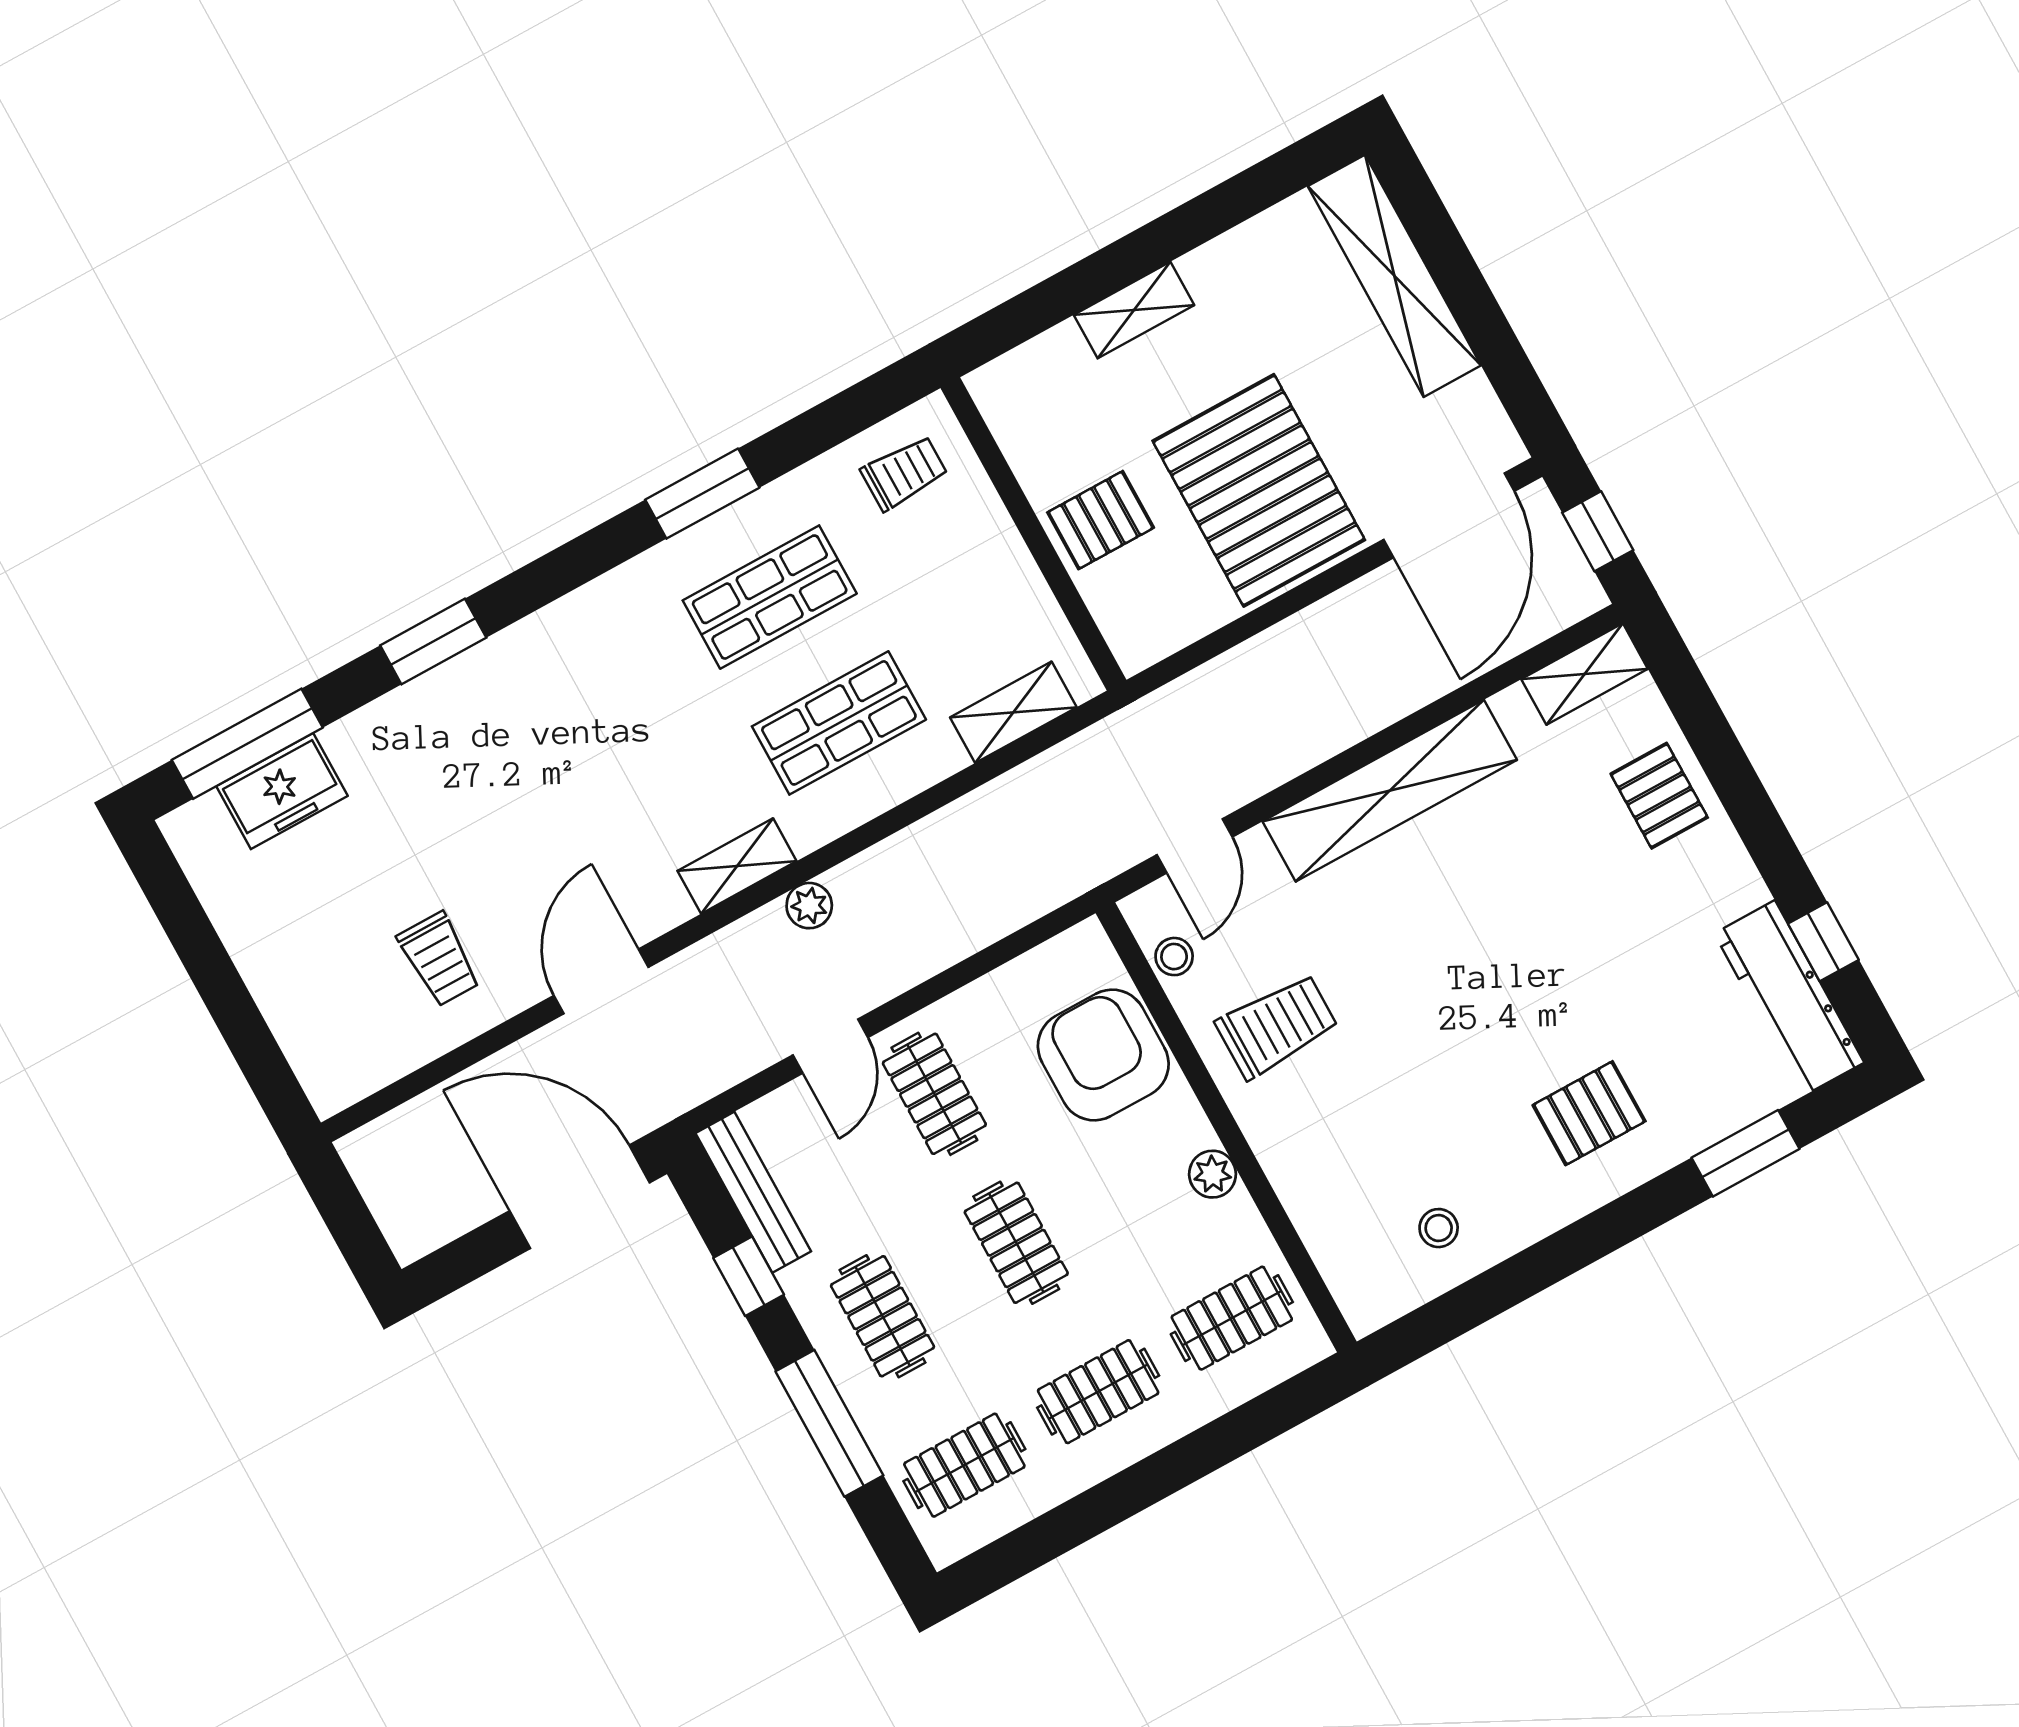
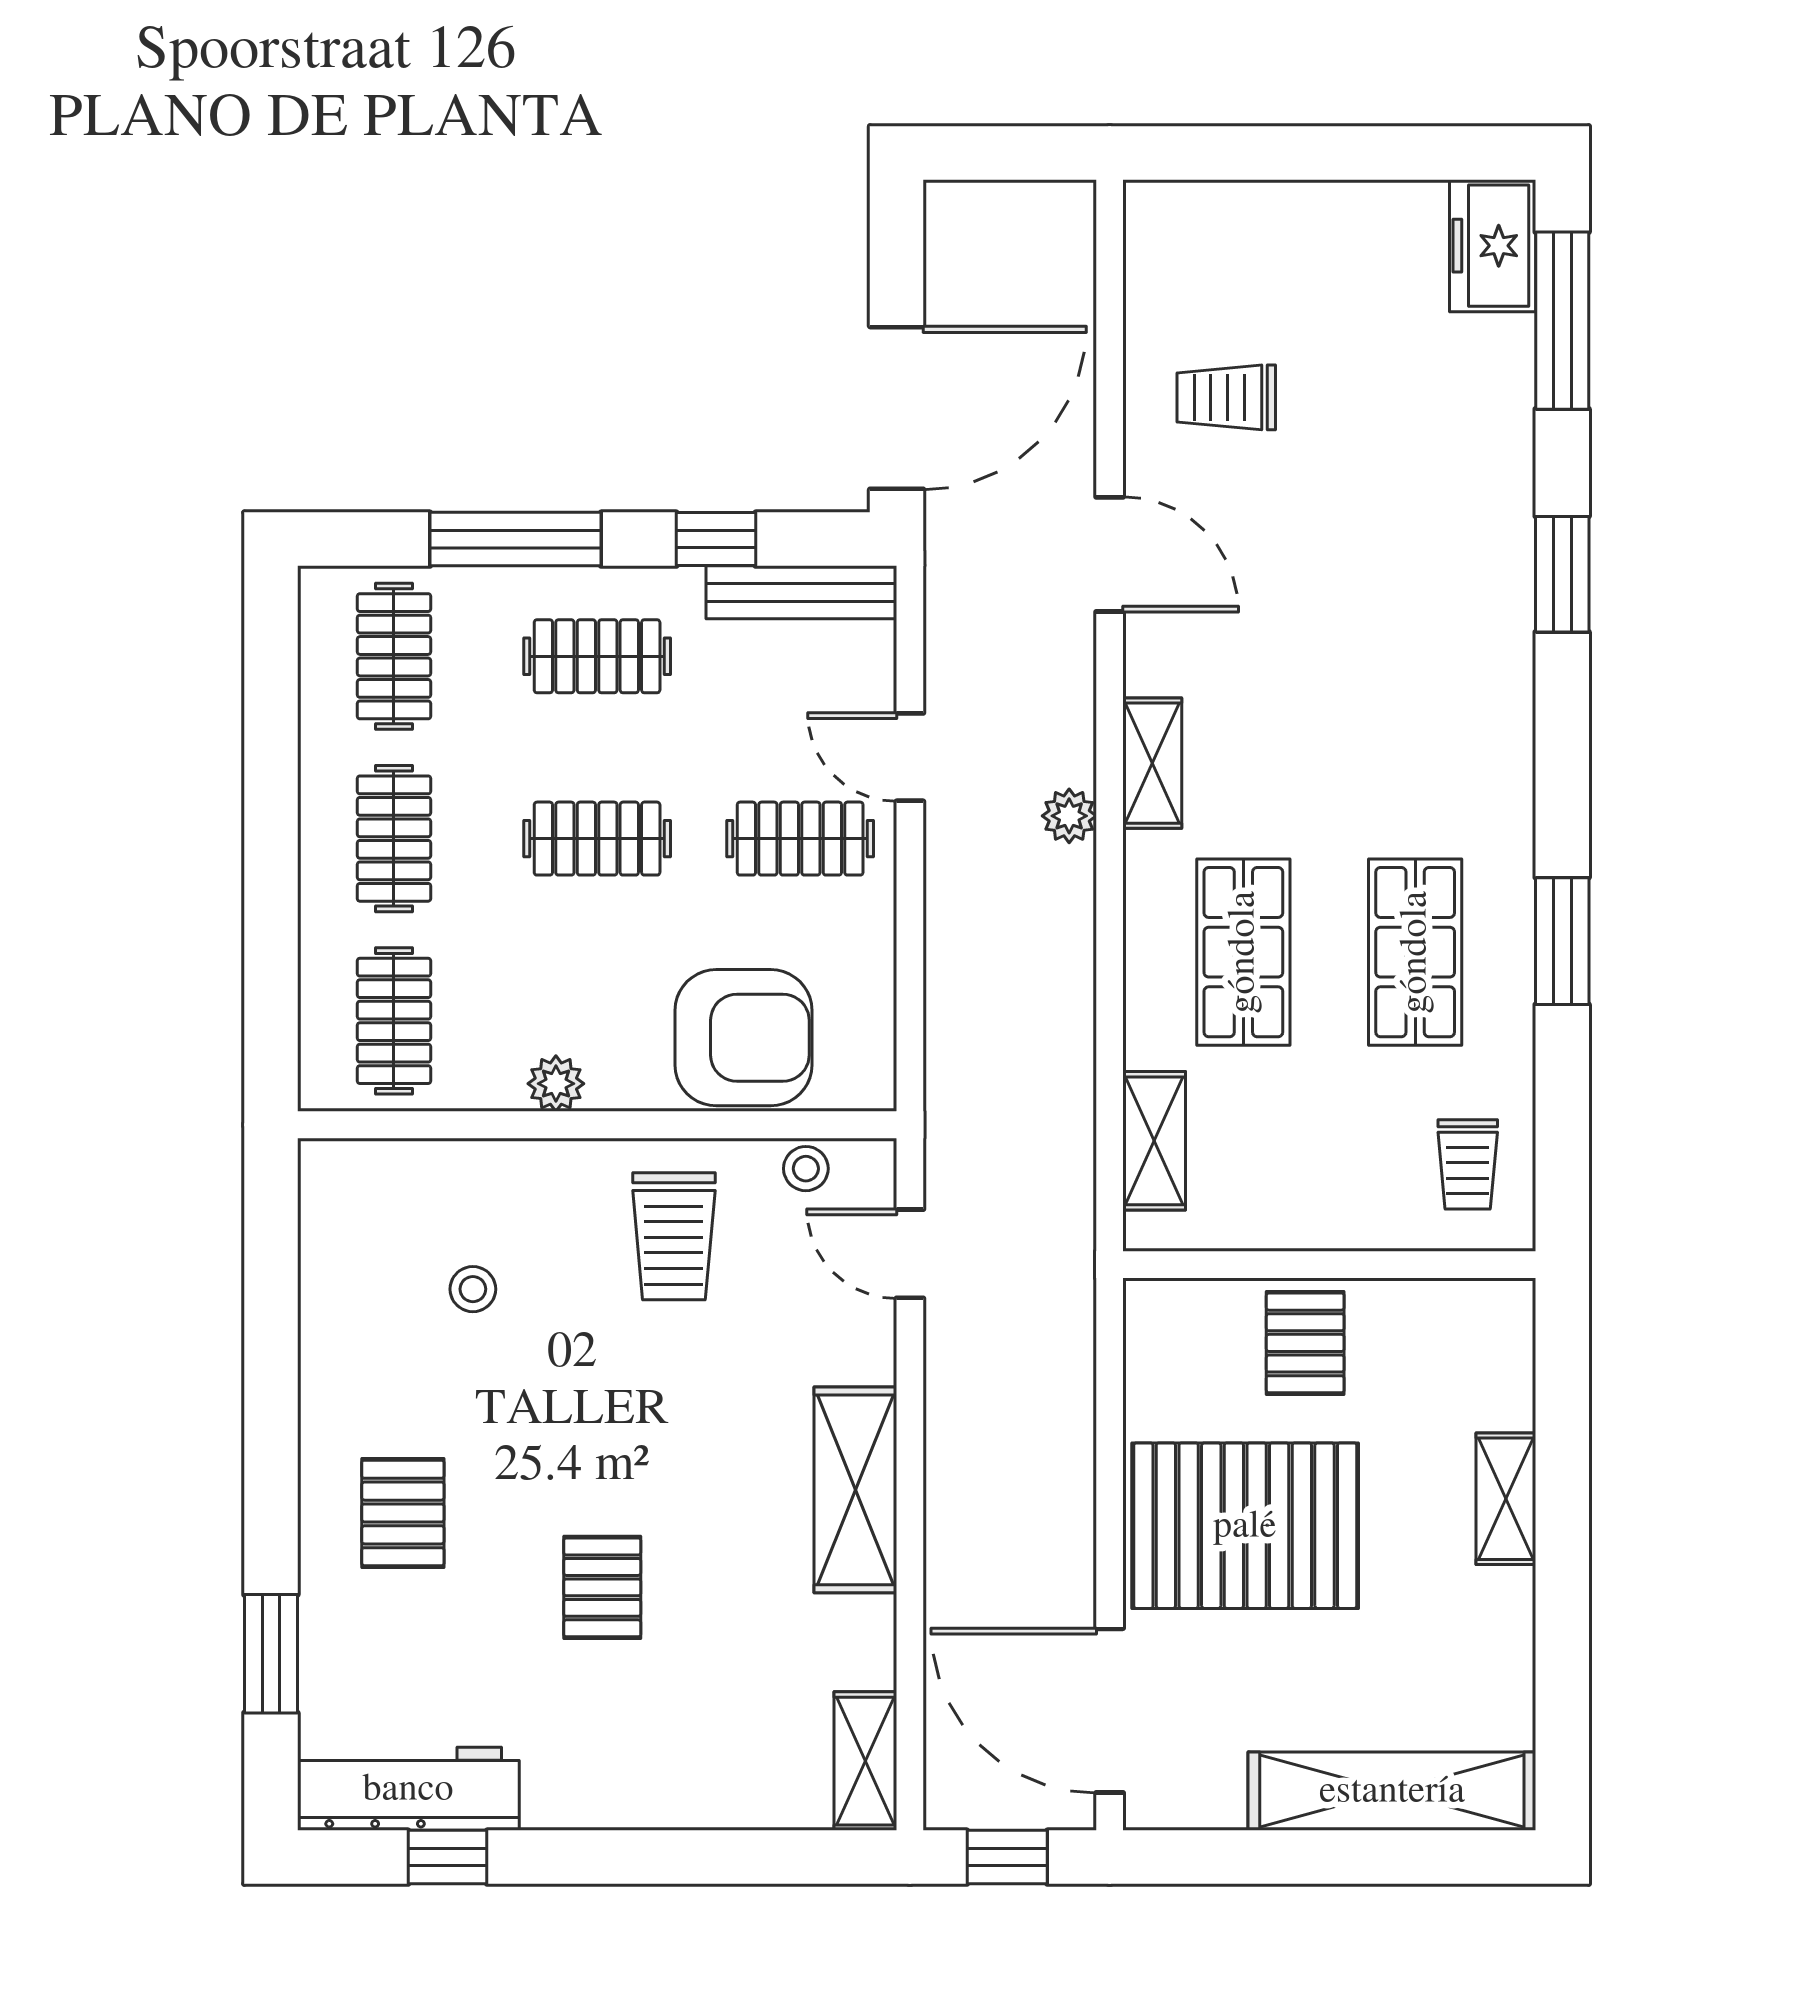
freezer: (282, 791) -> (1493, 246), moved
shelving: (1390, 791) -> (855, 1490), width x0.68
pallet: (1659, 796) -> (602, 1587), moved, turned 90
stool: (1439, 1228) -> (473, 1289), moved

